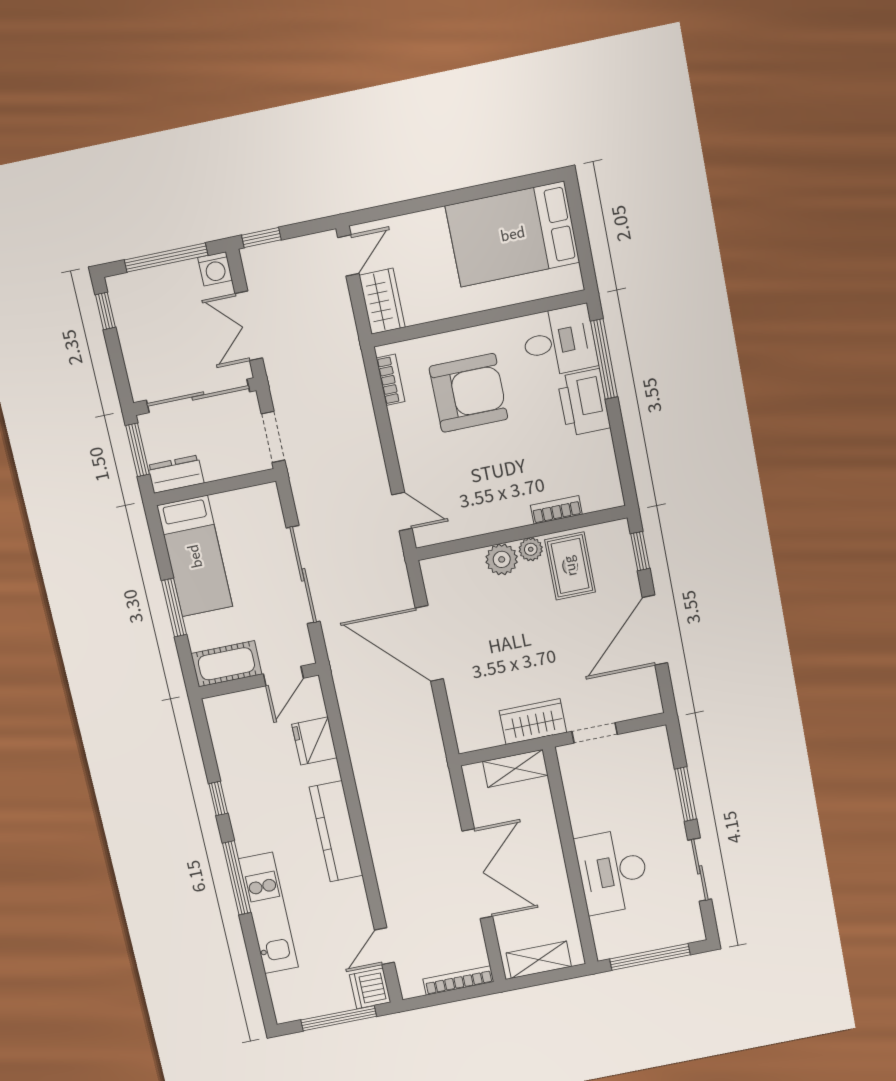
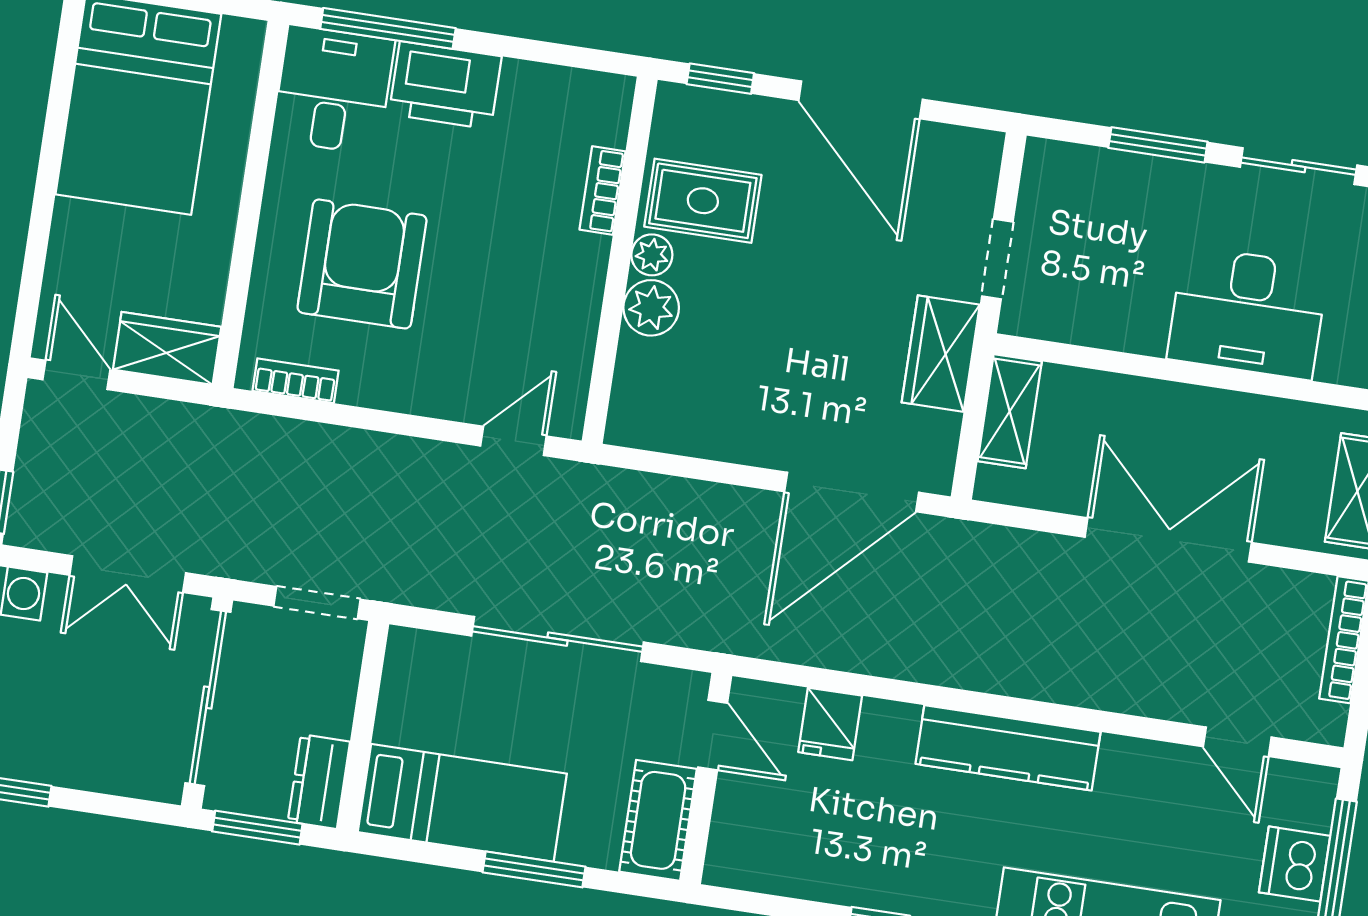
door: (429, 643) -> (852, 492), moved
fridge: (314, 741) -> (830, 724), width x0.72
dishwasher: (370, 988) -> (1295, 864), moved, turned 90

